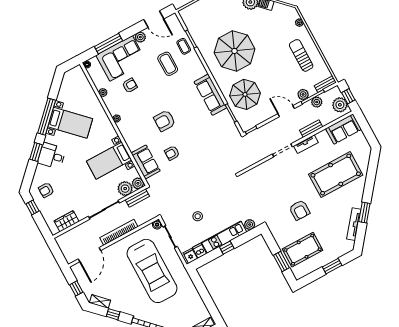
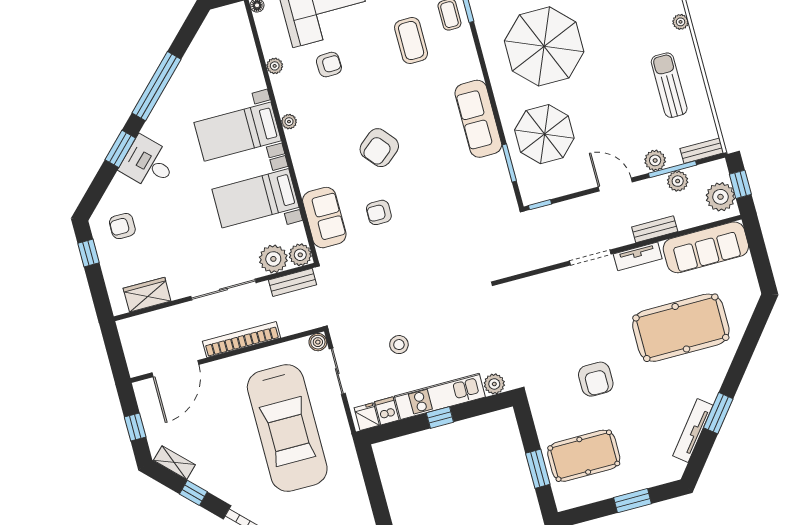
armchair: (165, 121) -> (379, 148), turned -40
bed with nightstands: (70, 123) -> (238, 132), moved, turned 135
sofa: (344, 129) -> (706, 247), width x1.36

